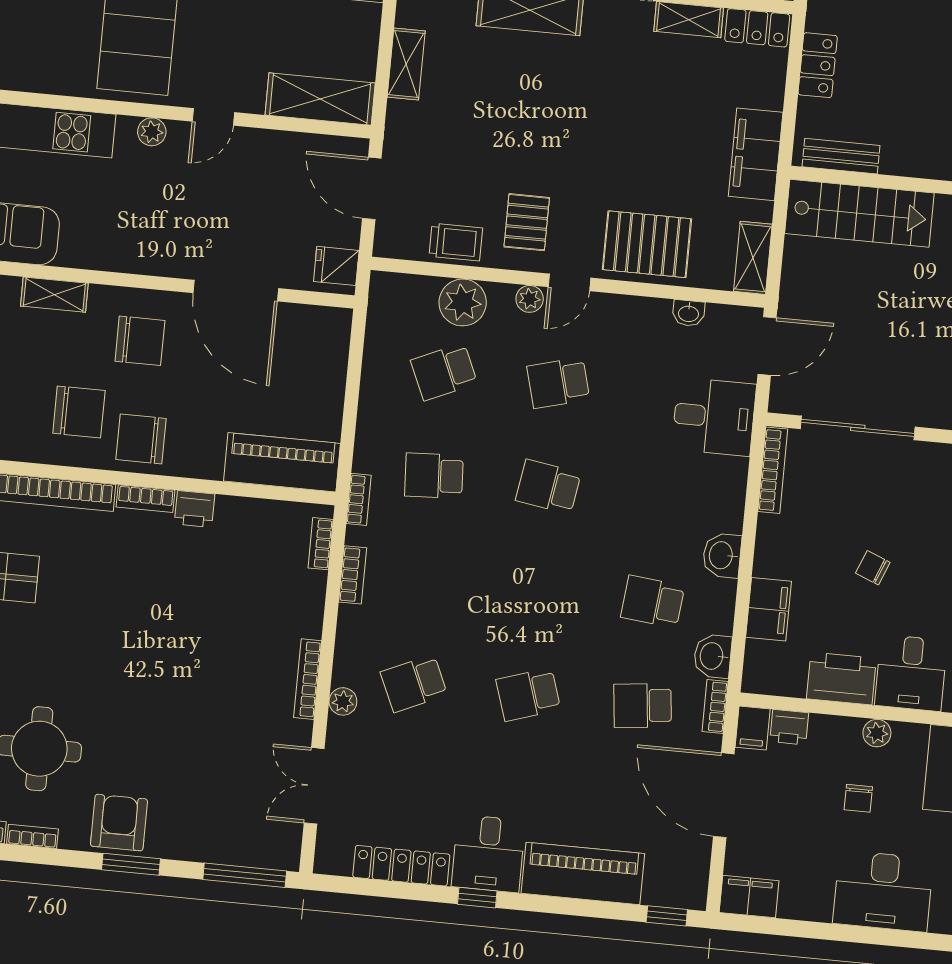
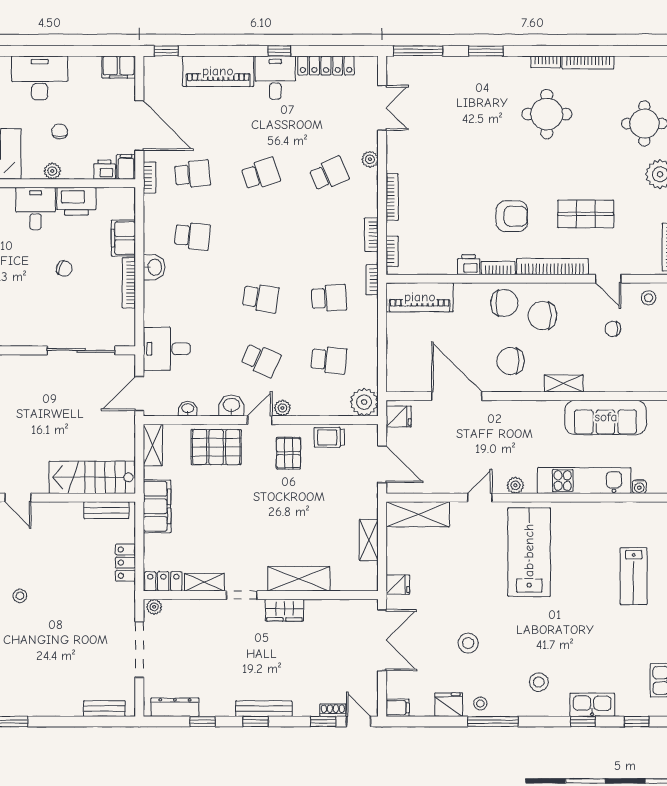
plant: (463, 302) -> (364, 402), moved
school desk: (444, 372) -> (329, 360), turned 30
school desk: (558, 383) -> (261, 360), turned 39
bookcase: (773, 470) -> (129, 283), moved
washbasin: (713, 656) -> (231, 405), moved, turned -90
bookcase: (308, 679) -> (392, 197), moved
armchair: (119, 823) -> (512, 216), moved, turned -90

